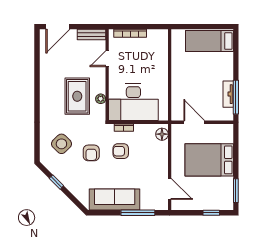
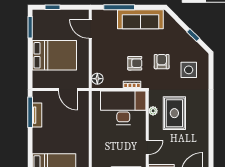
side table: (61, 144) -> (189, 70), turned 45

